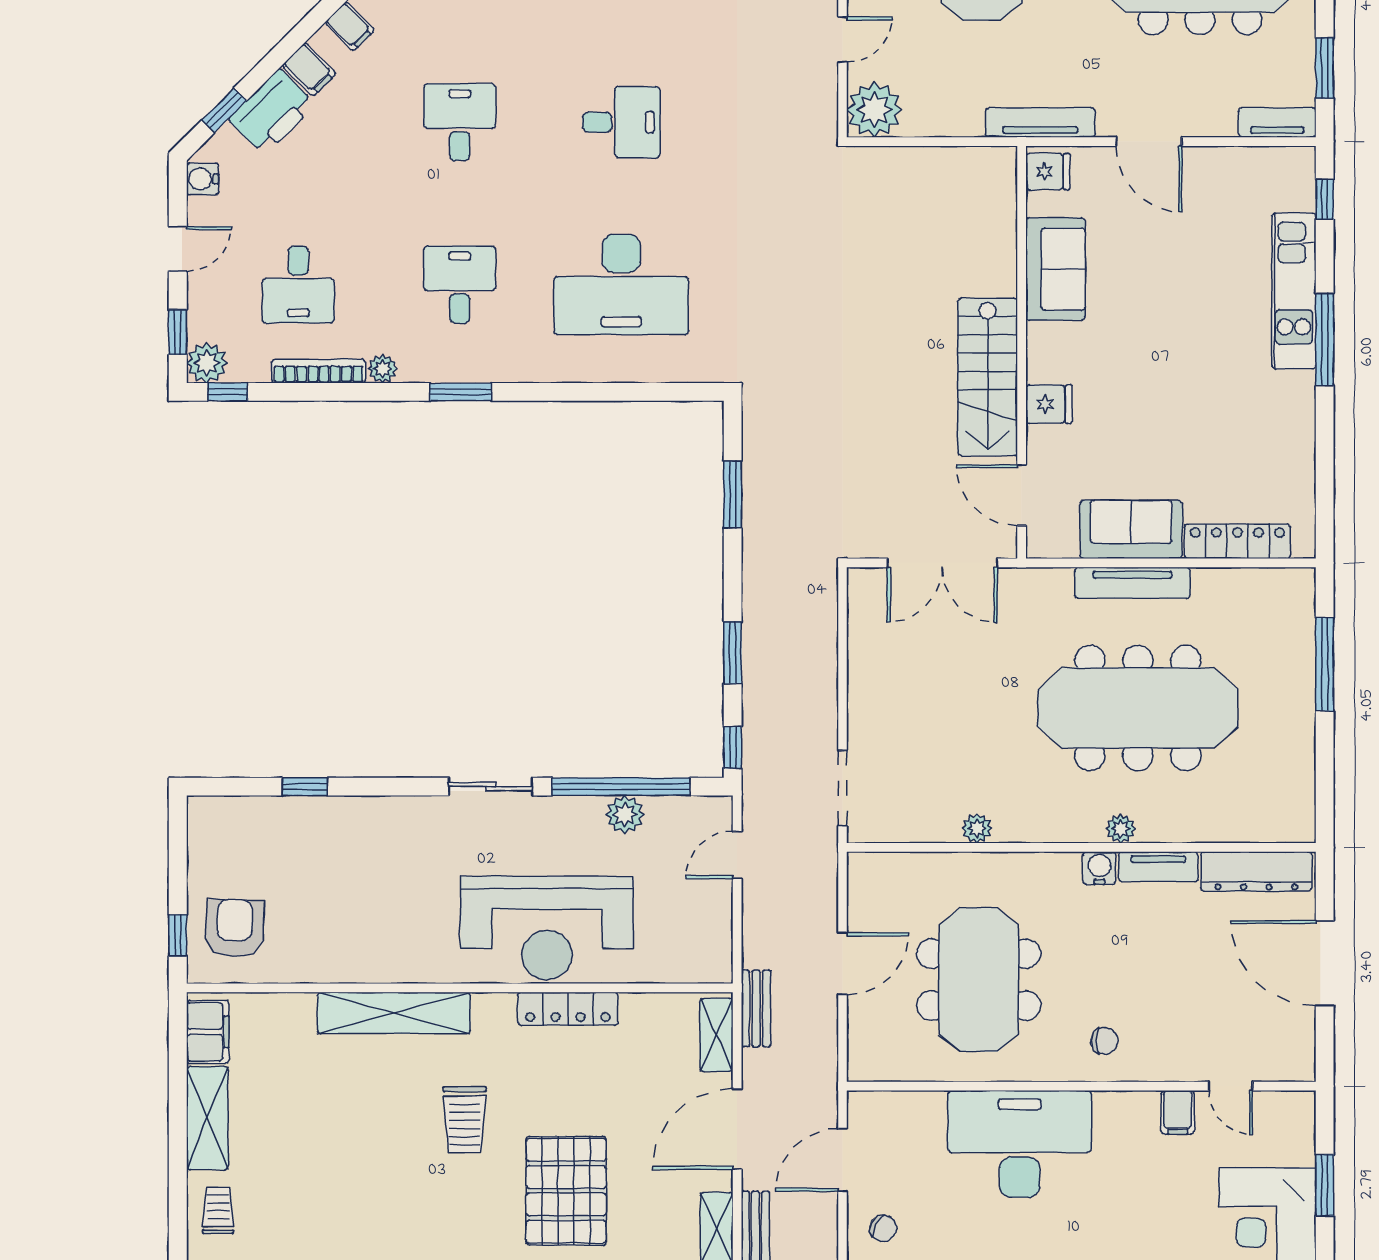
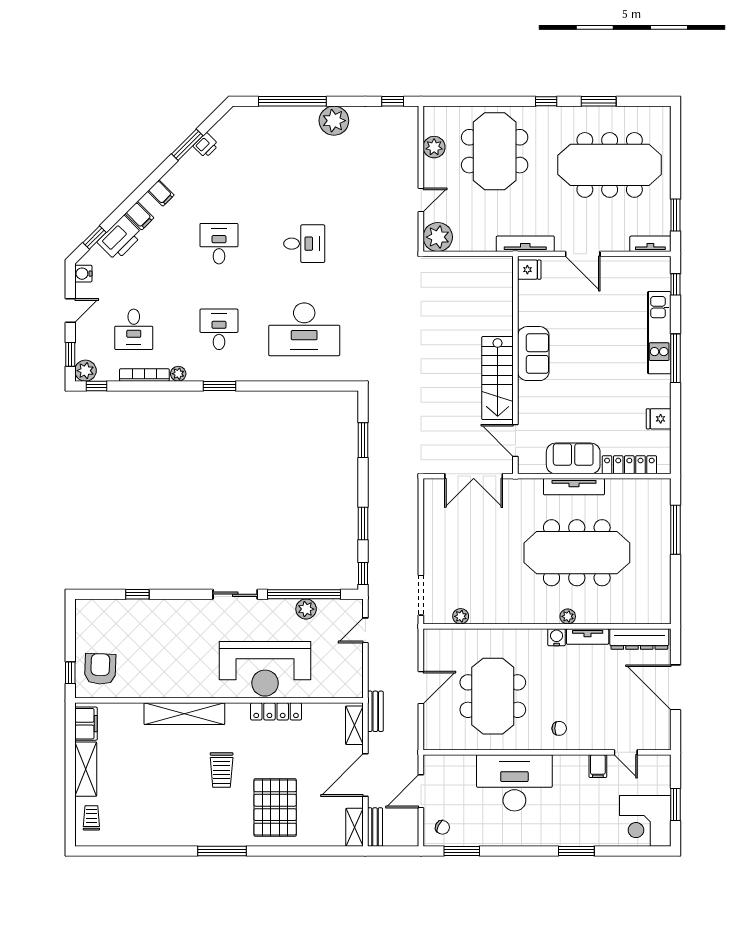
sofa: (1055, 269) -> (533, 354), moved
fridge: (1049, 404) -> (659, 419), moved, turned 180
plant: (977, 828) -> (461, 616), moved

